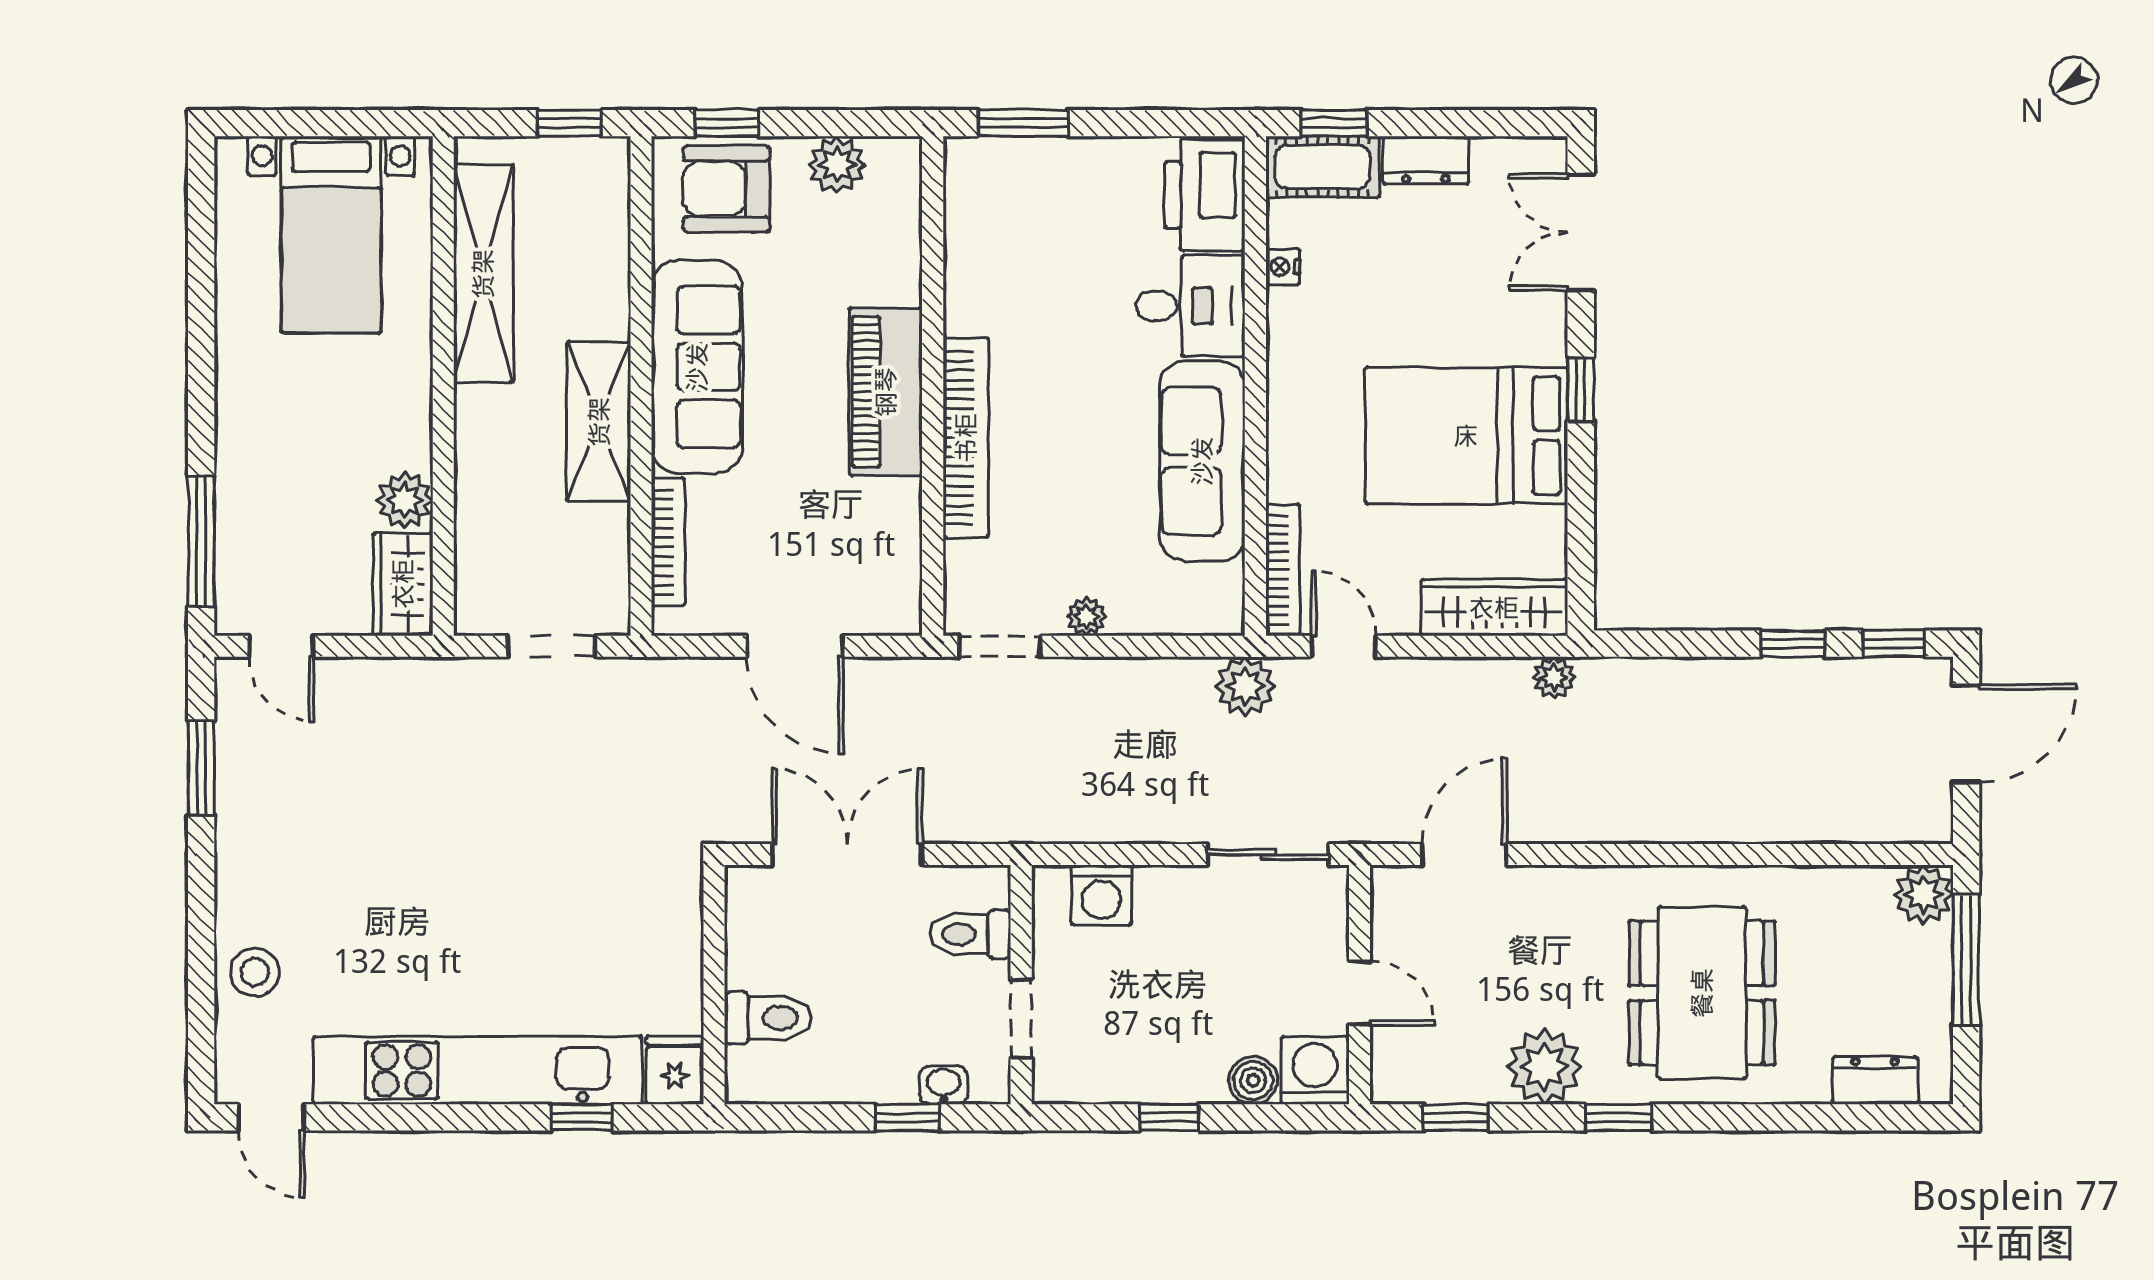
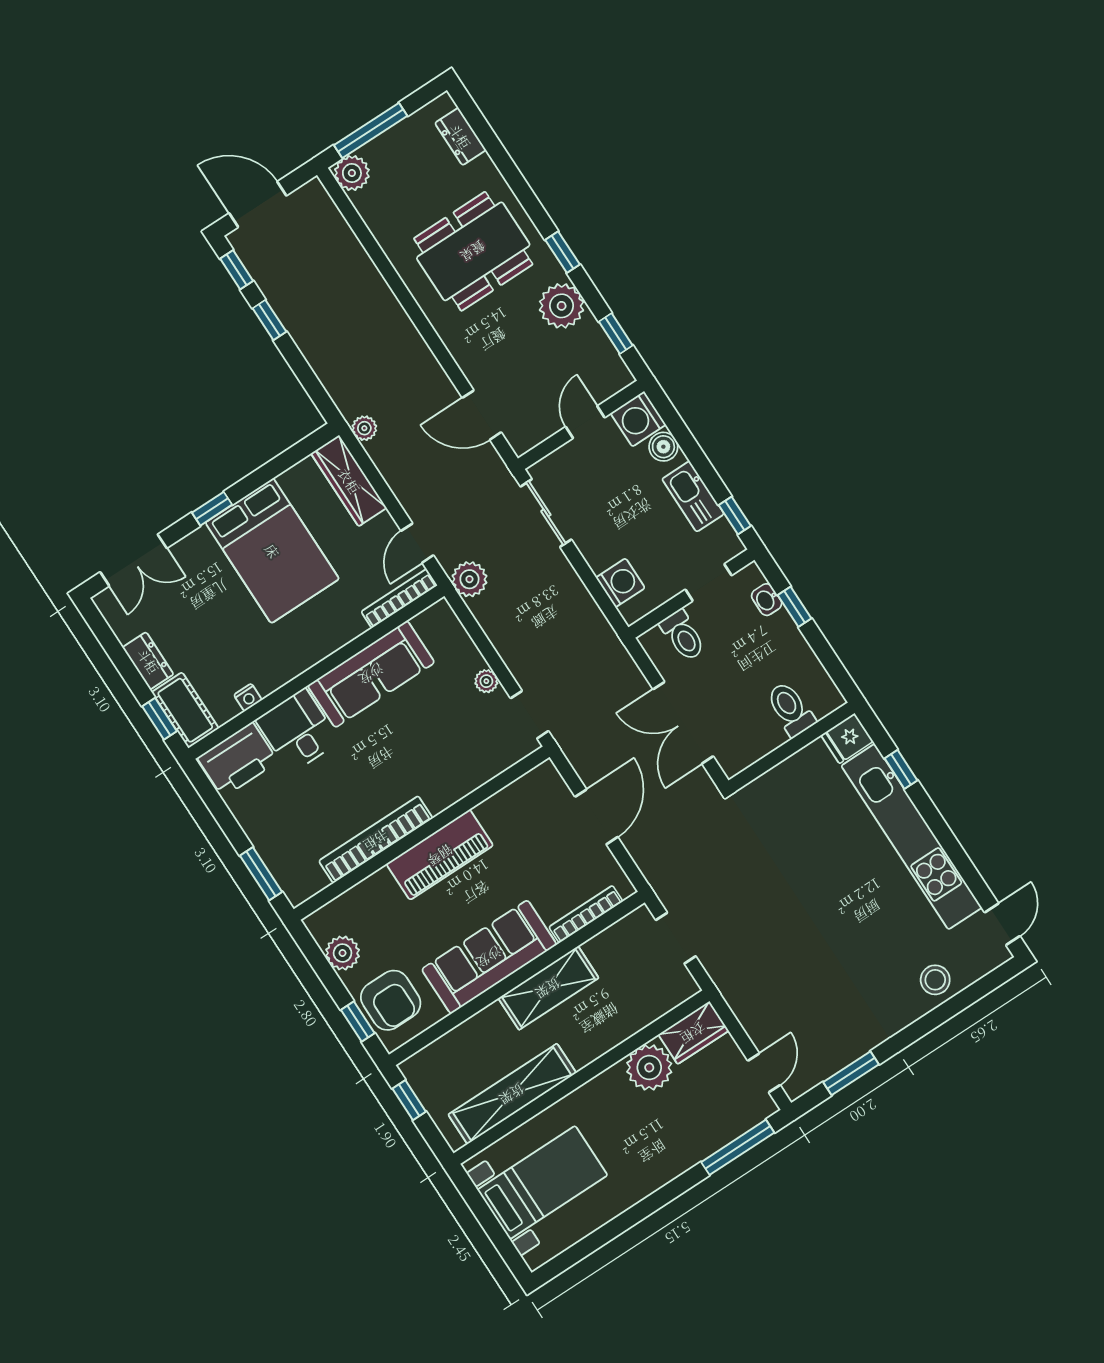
bookcase: (966, 438) -> (376, 840), moved
plant: (405, 500) -> (649, 1068), width x1.36, depth x1.36
kitchen sink: (1156, 1076) -> (693, 496), added
window: (1169, 1117) -> (735, 515), moved

